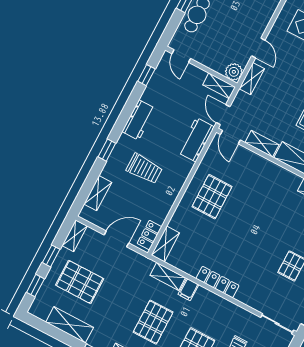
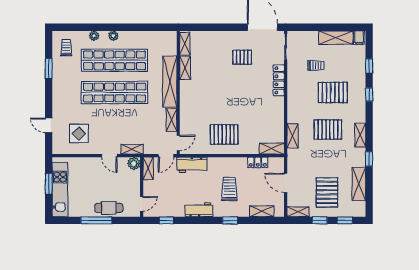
door: (258, 48) -> (109, 156), swing flipped
locker: (149, 235) -> (258, 162), moved
locker: (217, 282) -> (279, 80), moved
filing cabinet: (188, 290) -> (294, 118), removed

